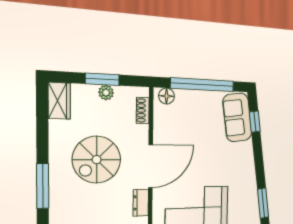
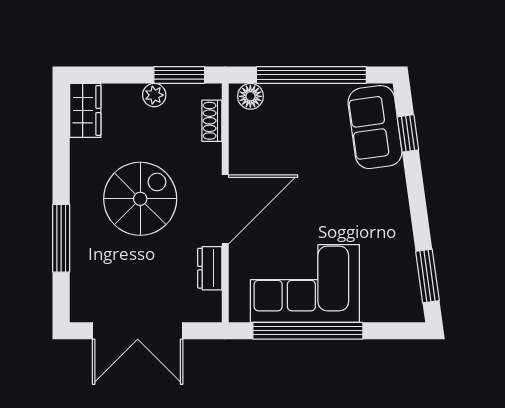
window: (102, 79) -> (179, 75), moved
spiral stairs: (97, 160) -> (140, 199), turned 180

